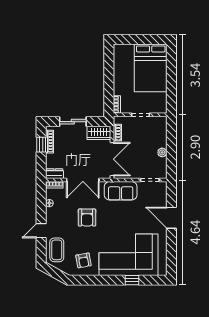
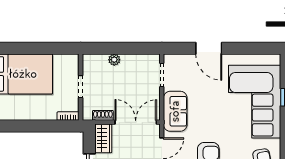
plant: (162, 152) -> (114, 60), moved
door: (171, 218) -> (209, 48), hinge flipped

